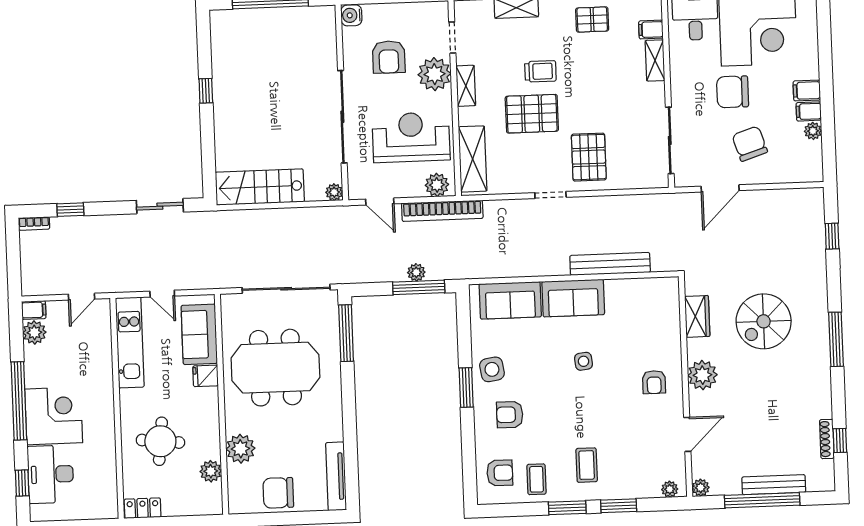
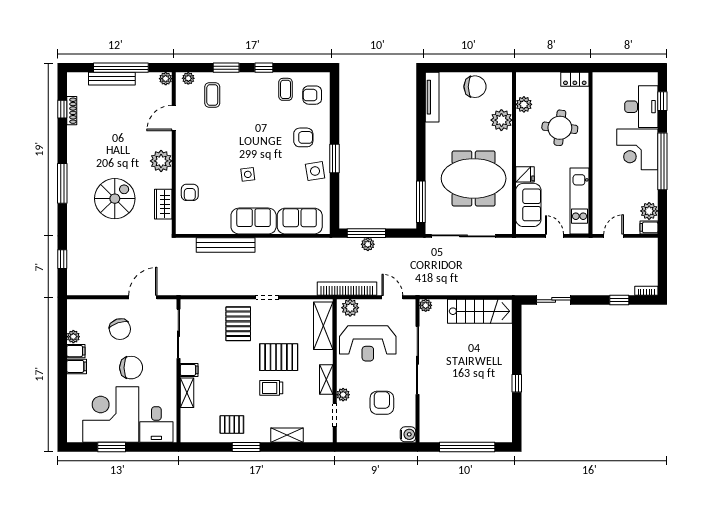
filing cabinet: (651, 30) -> (189, 370), moved
plant: (434, 74) -> (343, 395), width x0.53, depth x0.53
armchair: (654, 382) -> (190, 192), moved, turned 180
coffee table: (587, 465) -> (212, 95), moved
window: (567, 508) -> (264, 68), width x0.67

